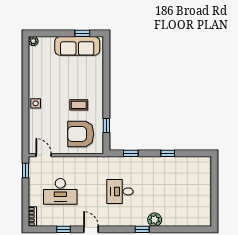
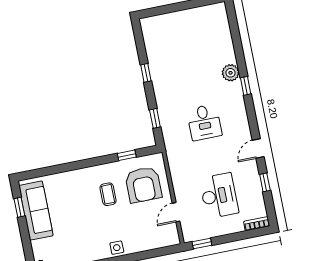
door: (44, 155) -> (176, 212), moved

